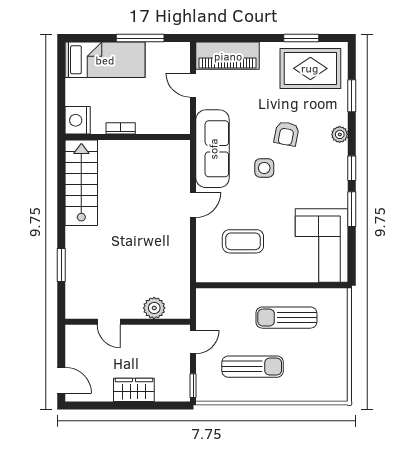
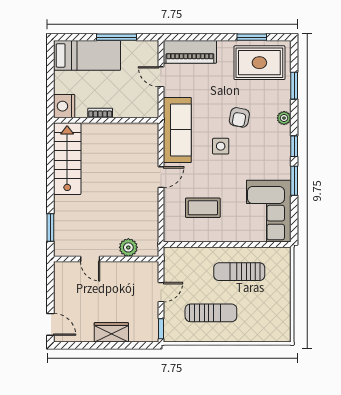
plant: (154, 308) -> (128, 247), moved
door: (109, 322) -> (90, 259), moved
wall: (128, 322) -> (106, 259), moved

